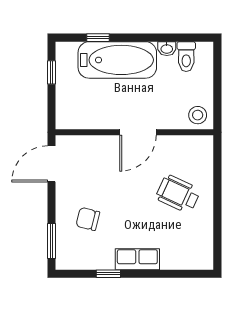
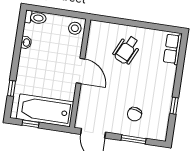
toilet: (186, 57) -> (36, 18), moved
bathtub: (117, 60) -> (45, 110), moved, turned -90
window: (52, 241) -> (133, 139), moved
row of seats: (137, 259) -> (173, 49), moved

